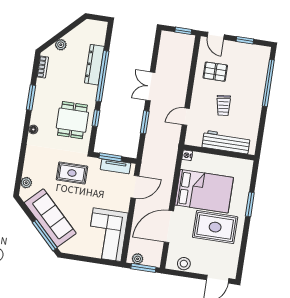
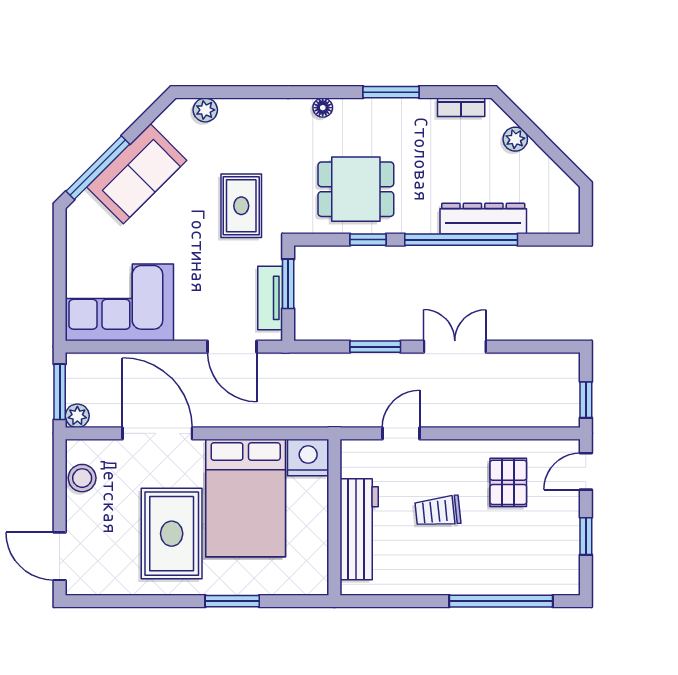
door: (186, 117) -> (401, 433), hinge flipped
nightstand: (187, 155) -> (308, 457), width x1.89, depth x1.79
sofa: (50, 218) -> (137, 174), width x0.73
plant: (138, 259) -> (77, 416), moved

